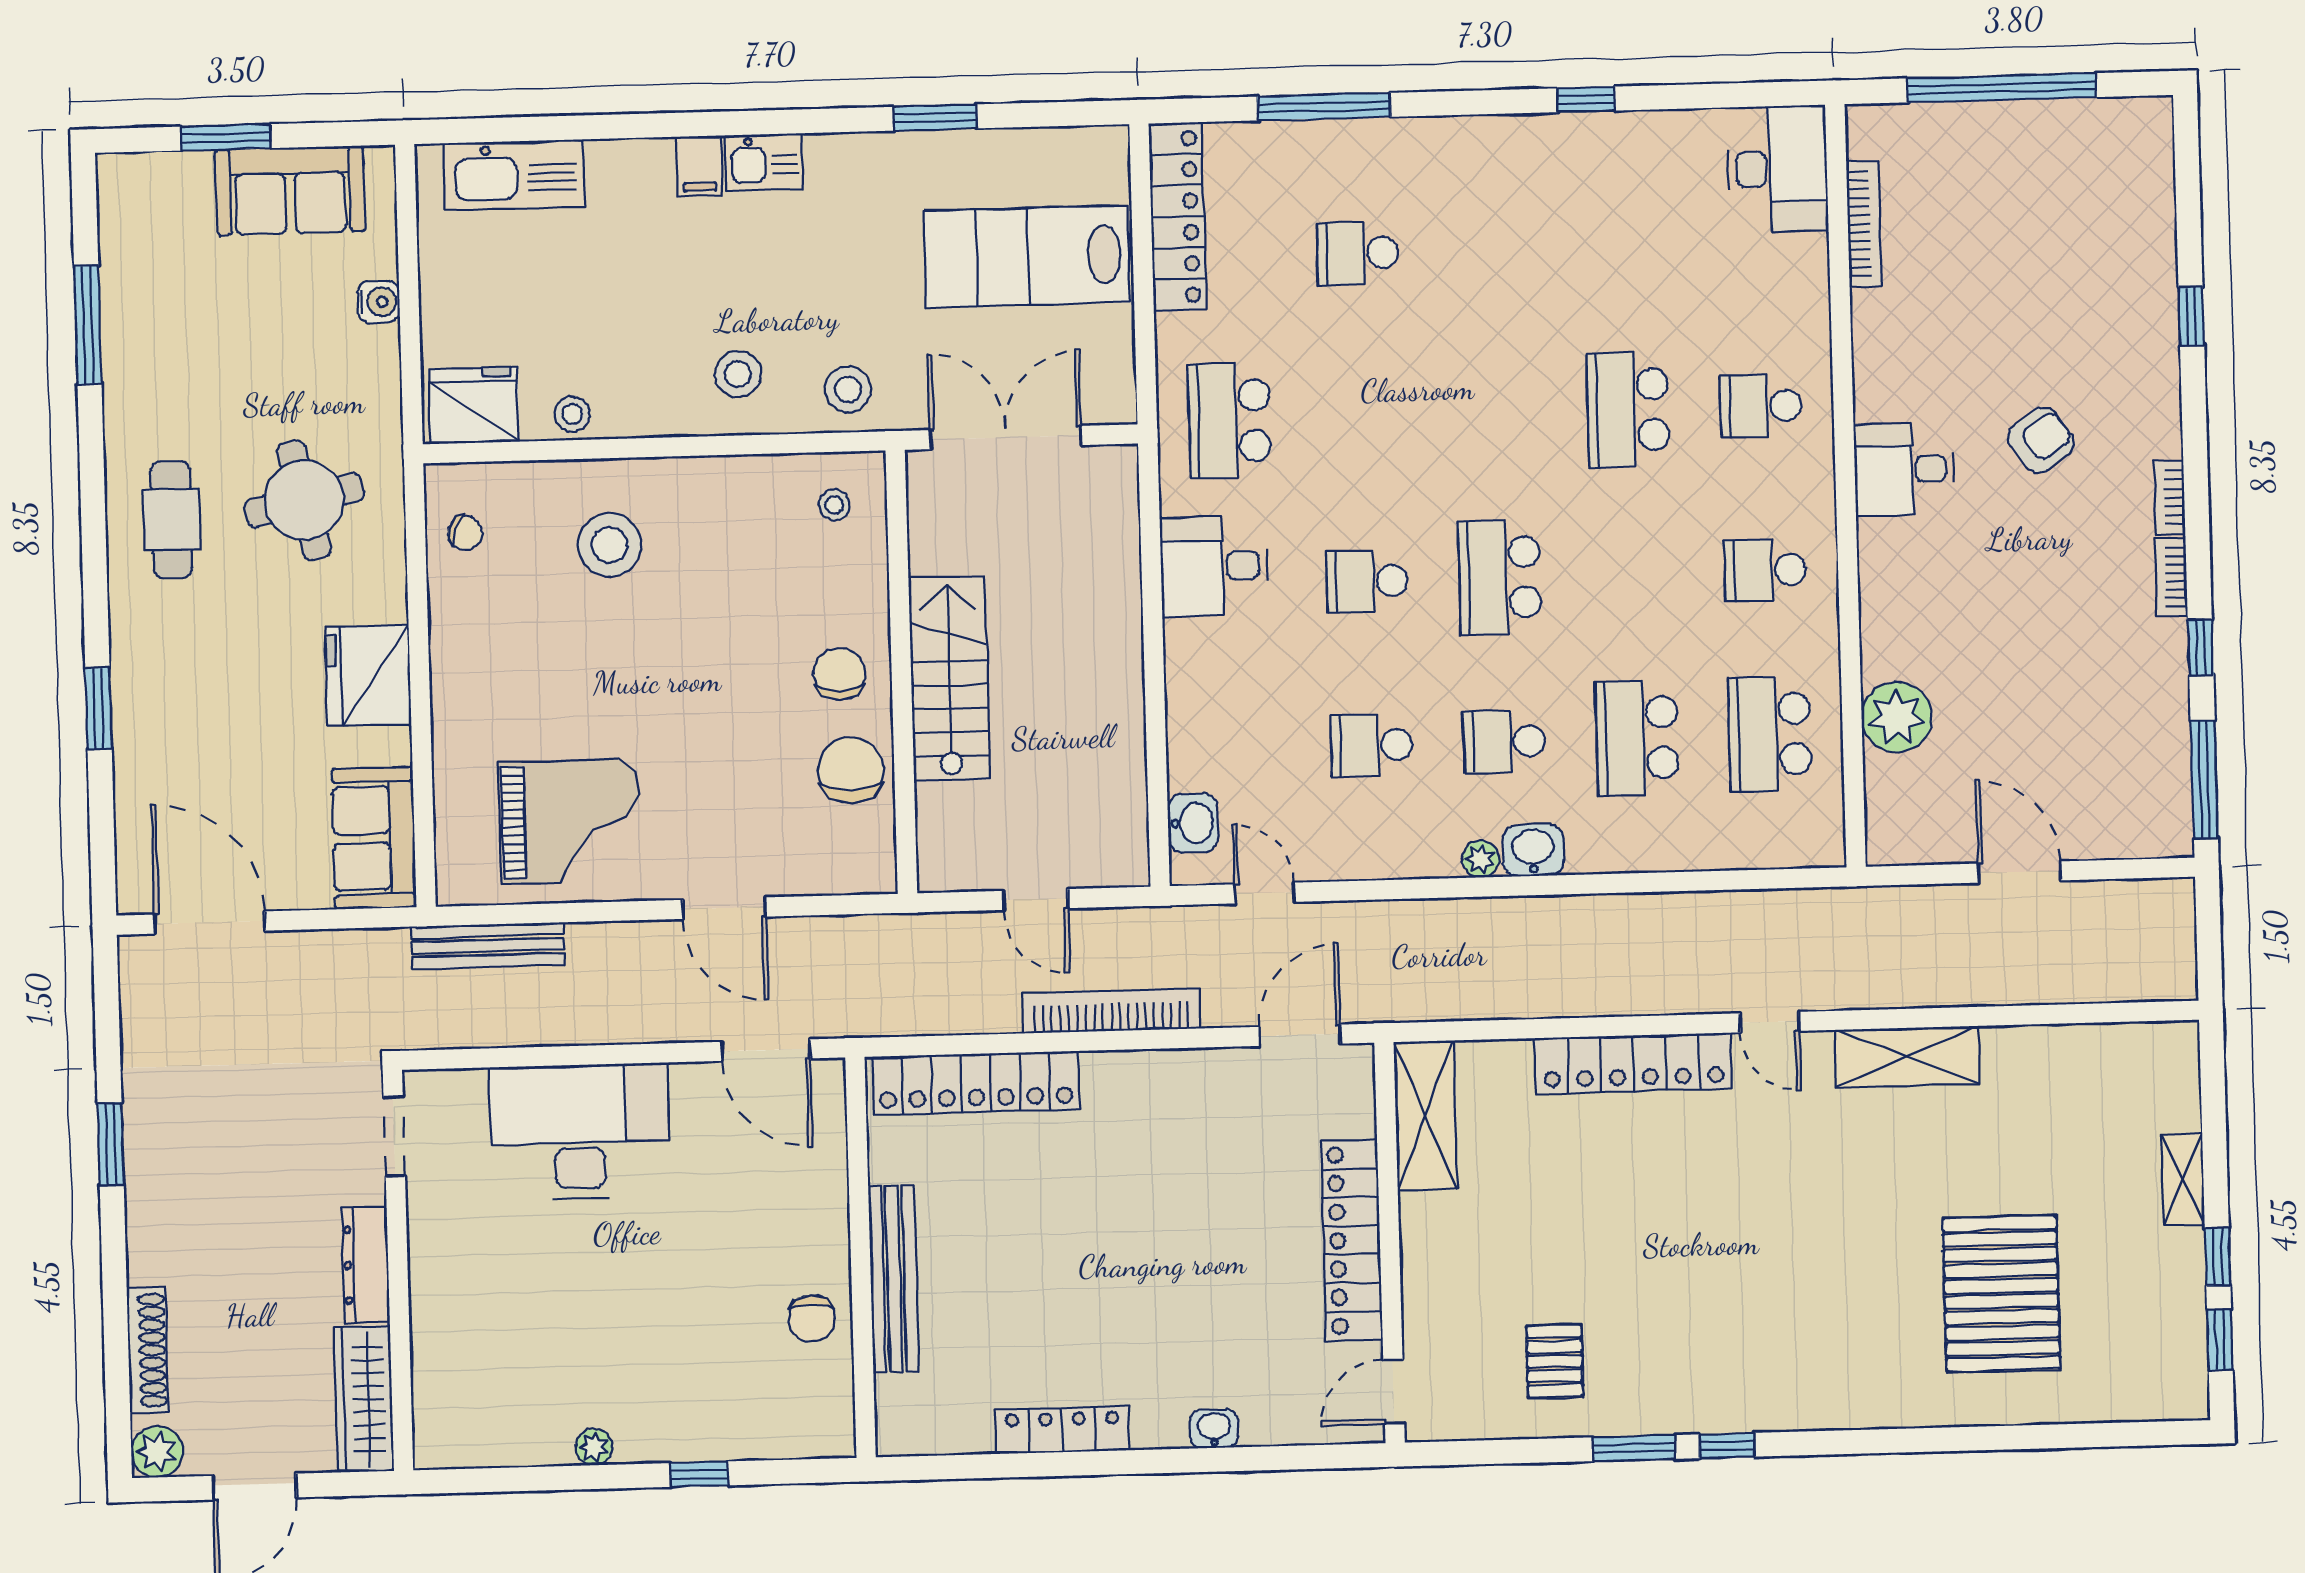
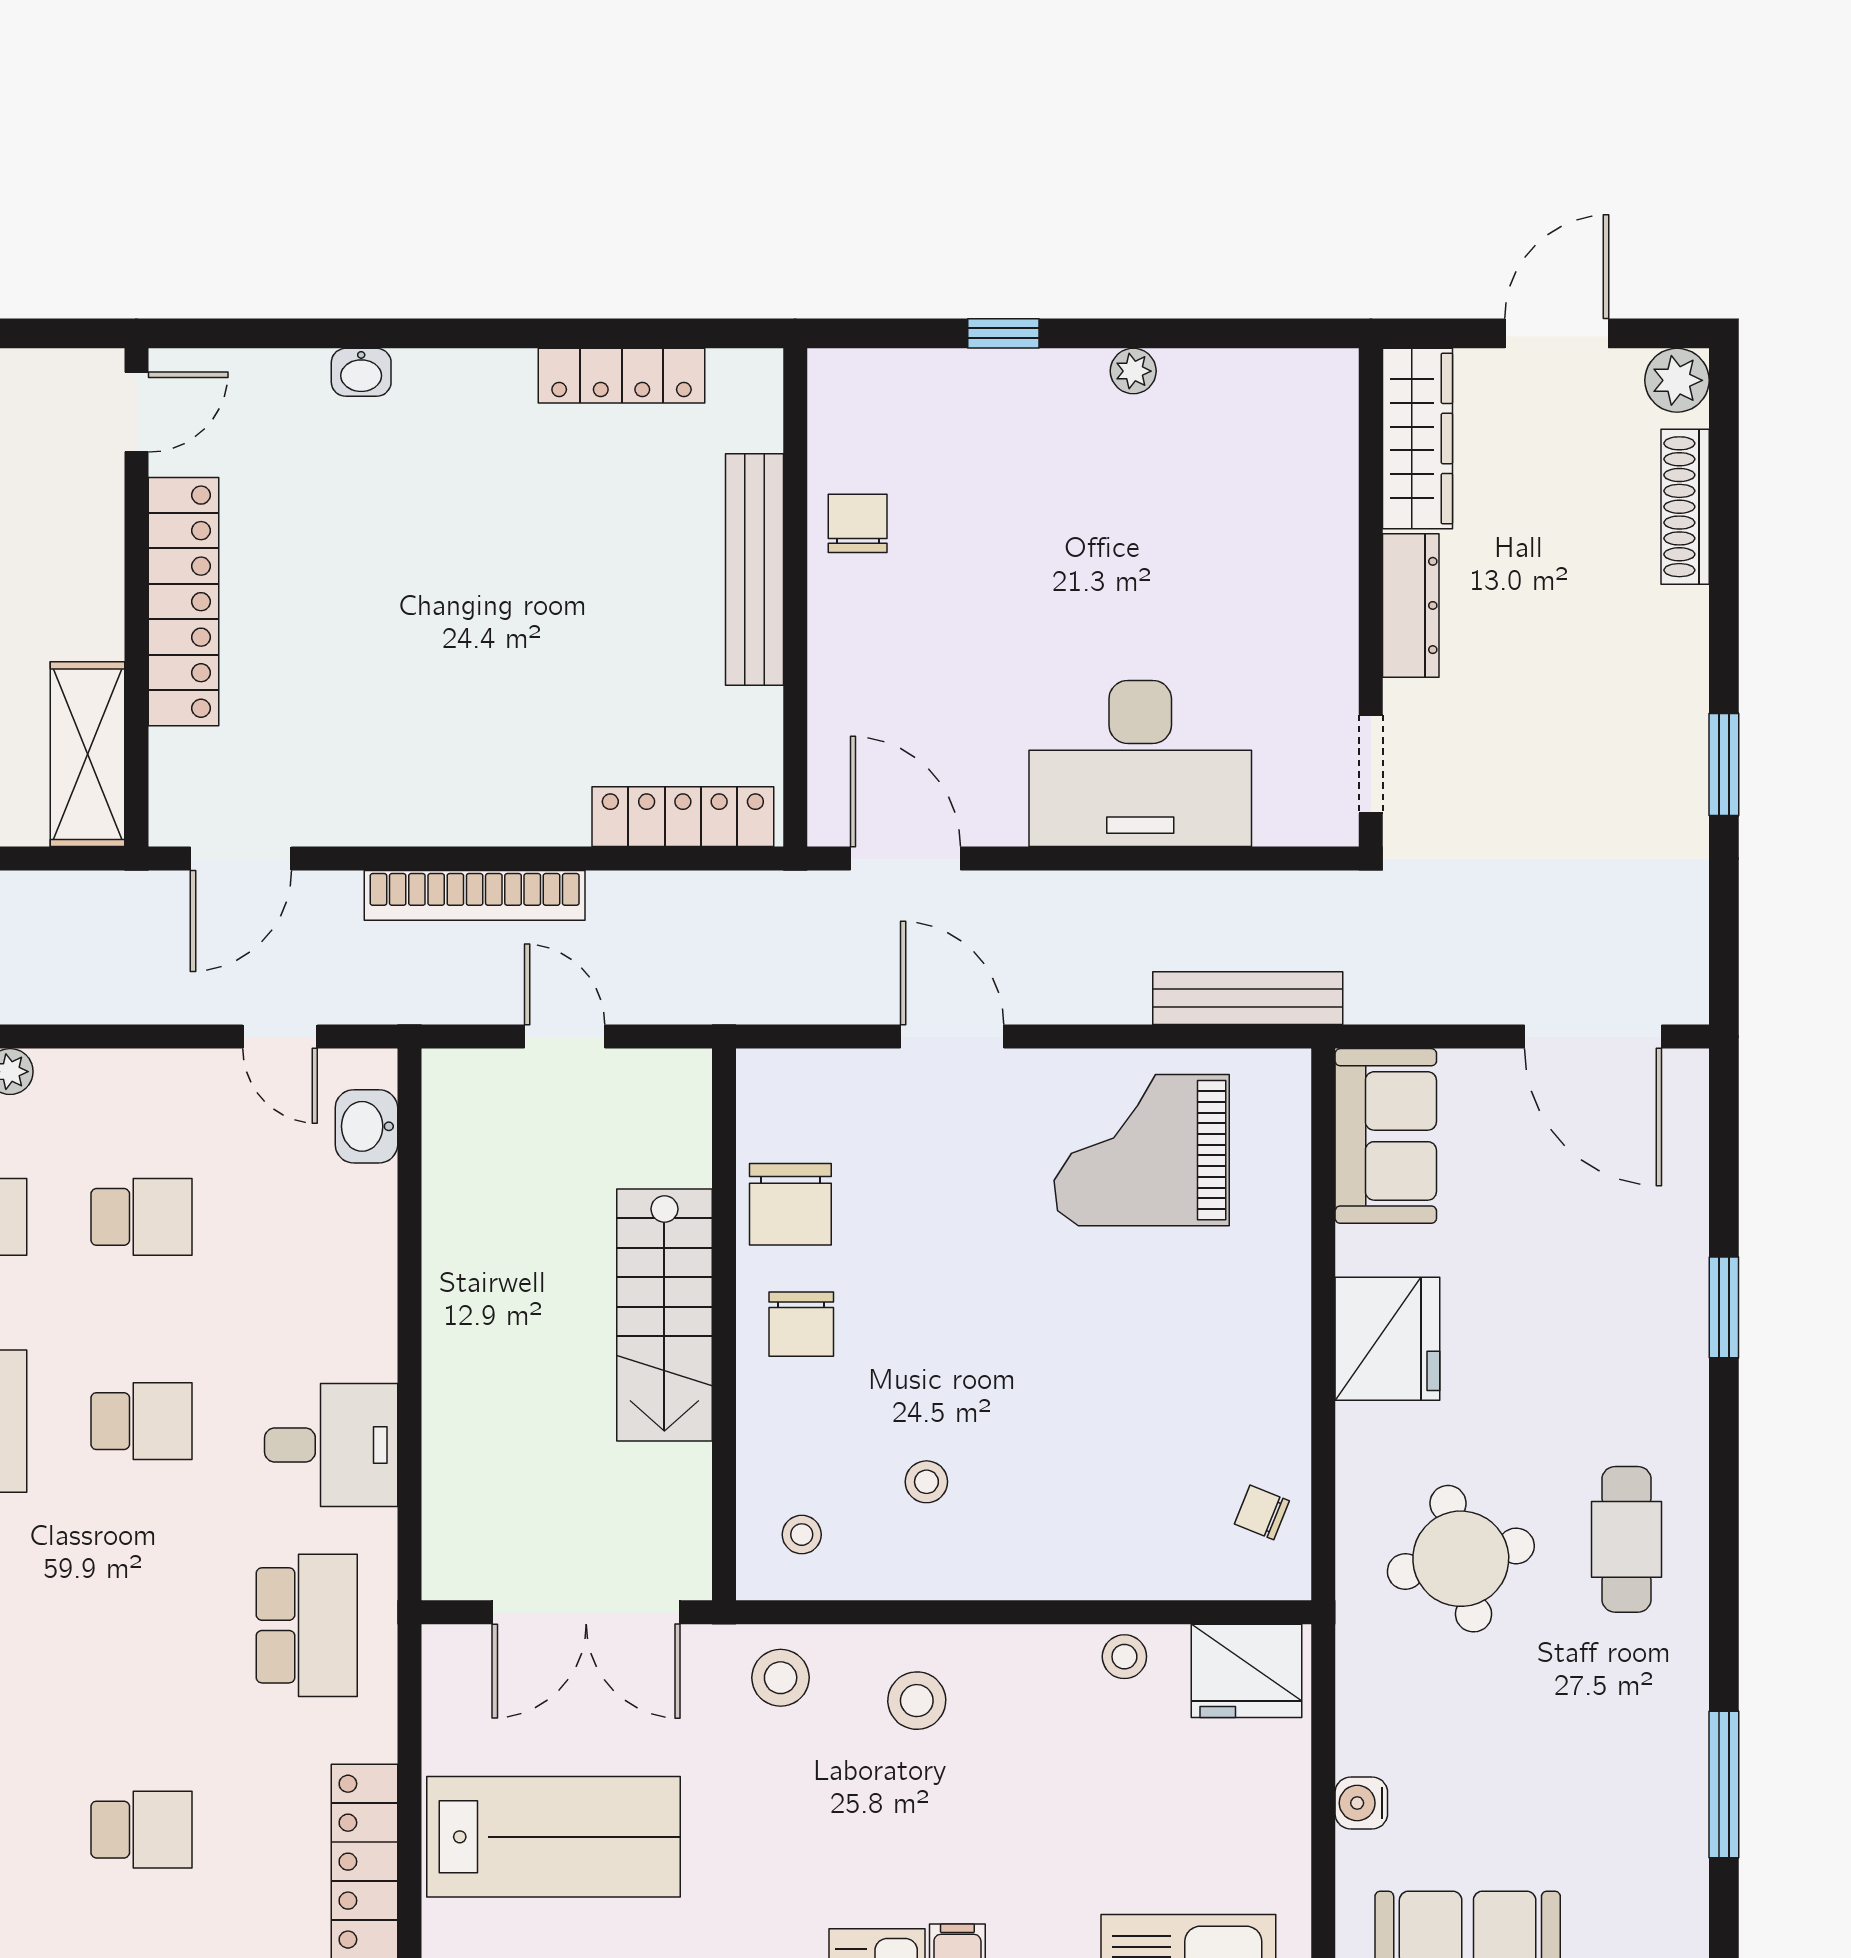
stool: (609, 545) -> (926, 1482), moved, width x0.53, depth x0.53
locker: (976, 1083) -> (683, 817), width x0.71, depth x0.83
locker: (1062, 1430) -> (622, 376), moved

